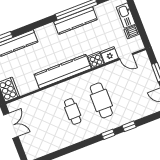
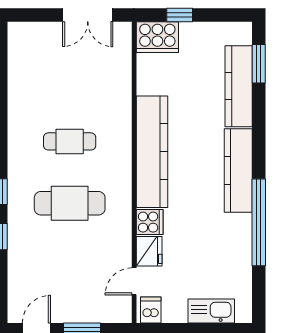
kitchen counter: (76, 21) -> (238, 170), moved
dishwasher: (132, 32) -> (151, 310), moved

